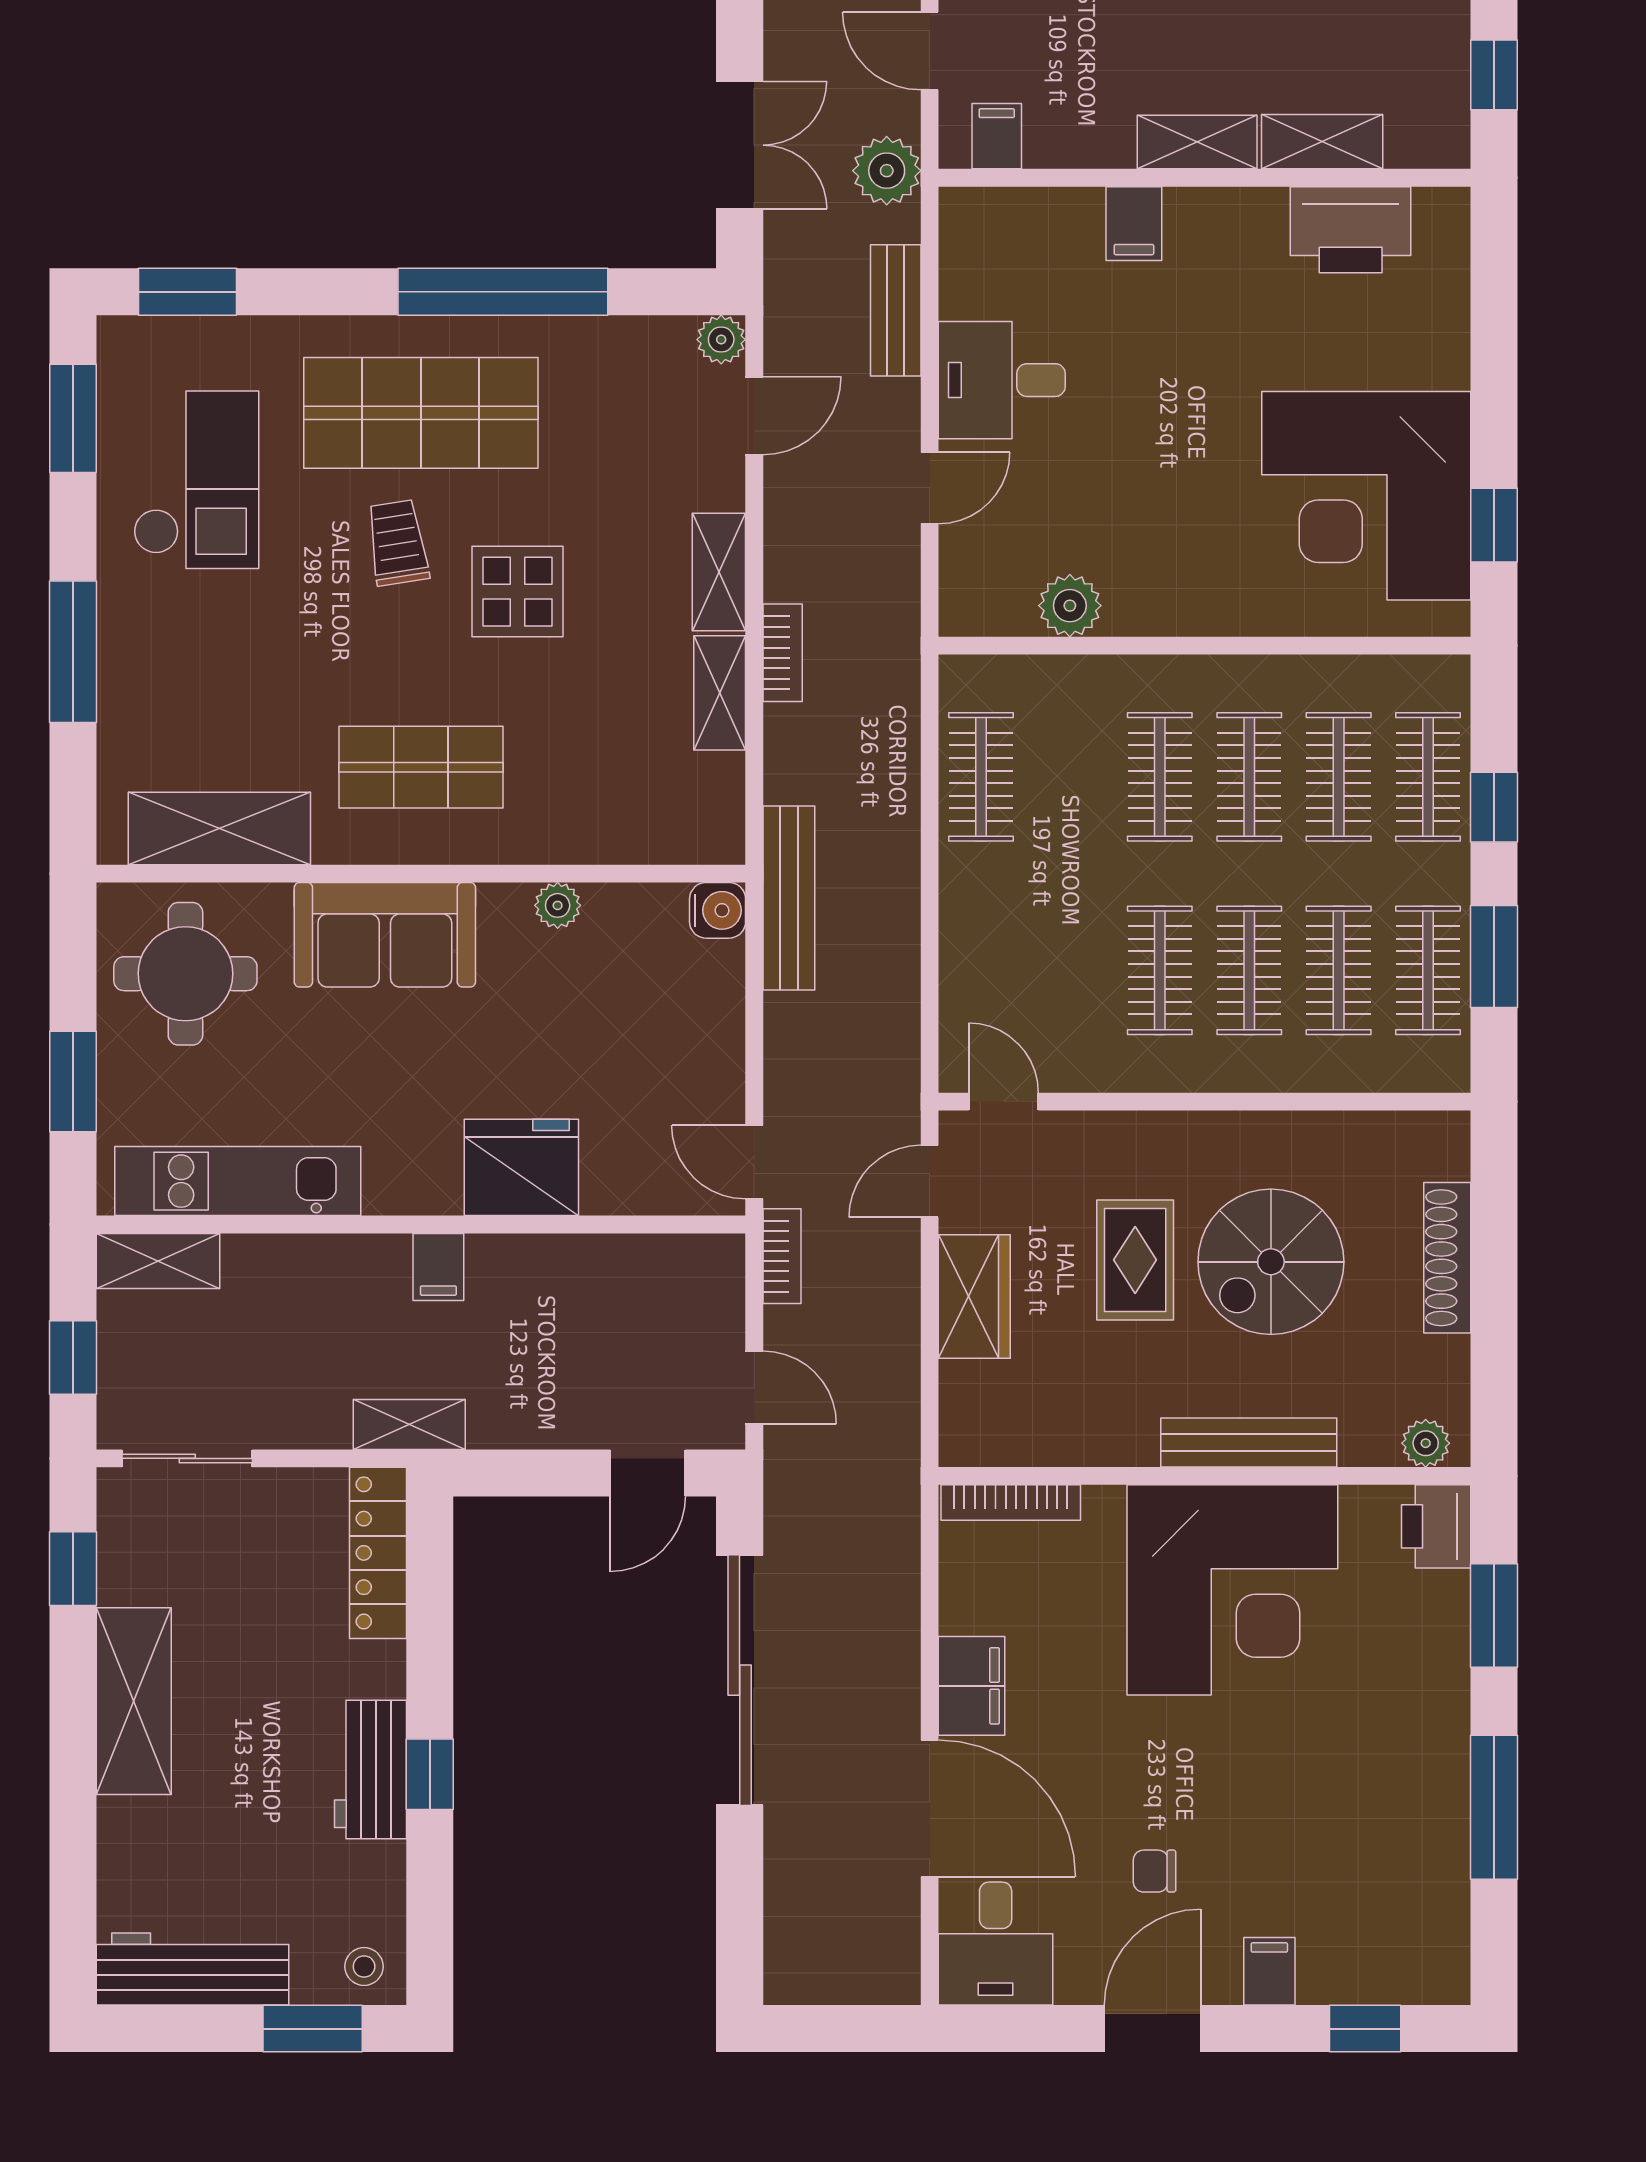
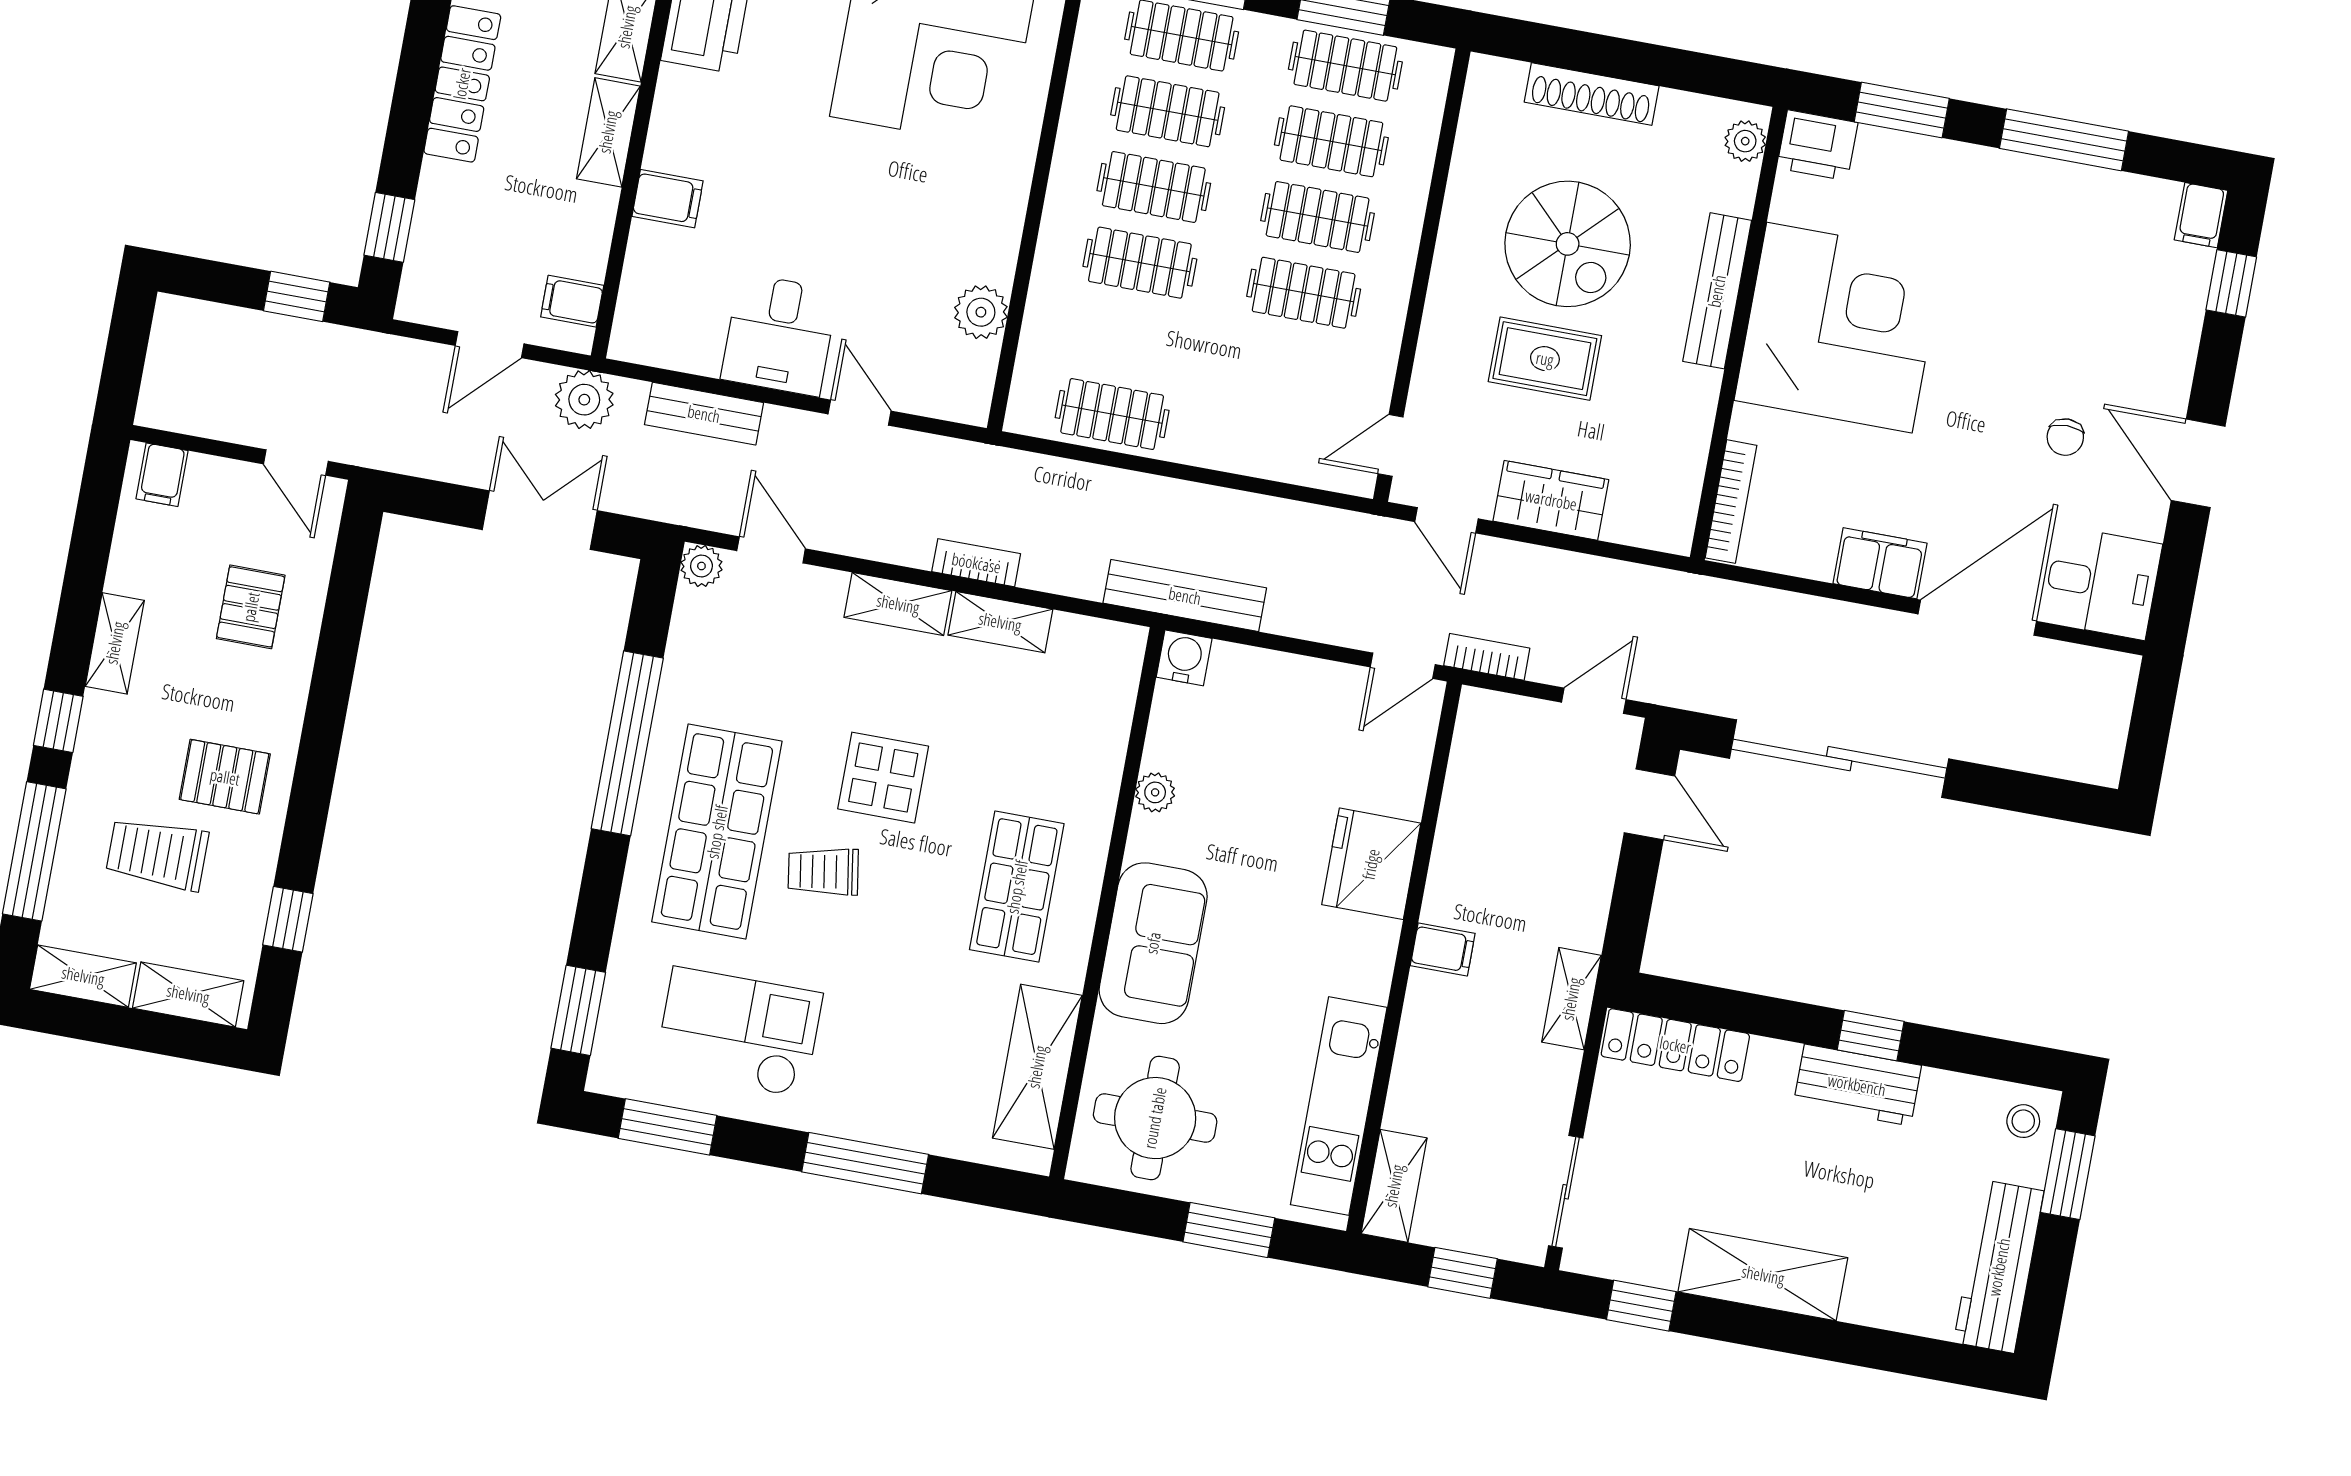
filing cabinet: (1269, 1971) -> (2201, 215), moved, turned -90

